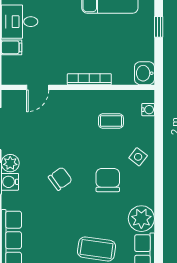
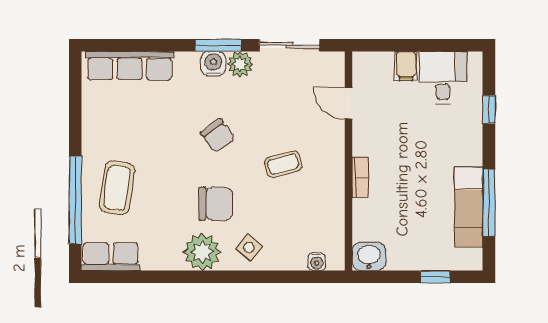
bookcase: (89, 79) -> (360, 177), width x0.64
coffee table: (111, 121) -> (283, 164), moved, turned 75
plant: (141, 219) -> (202, 252), moved

